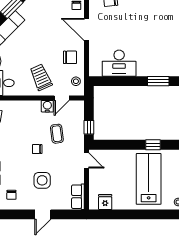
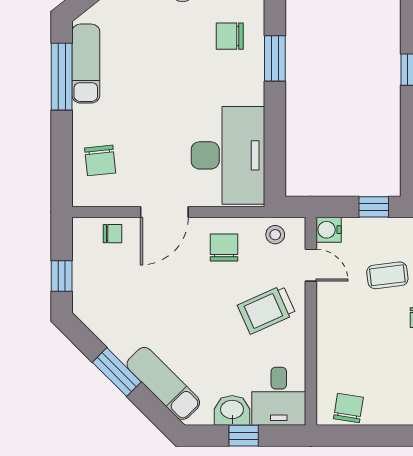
chair: (169, 60) -> (230, 36), added
desk: (119, 63) -> (228, 155), width x1.36, depth x1.30
water cooler: (47, 106) -> (329, 230), moved

